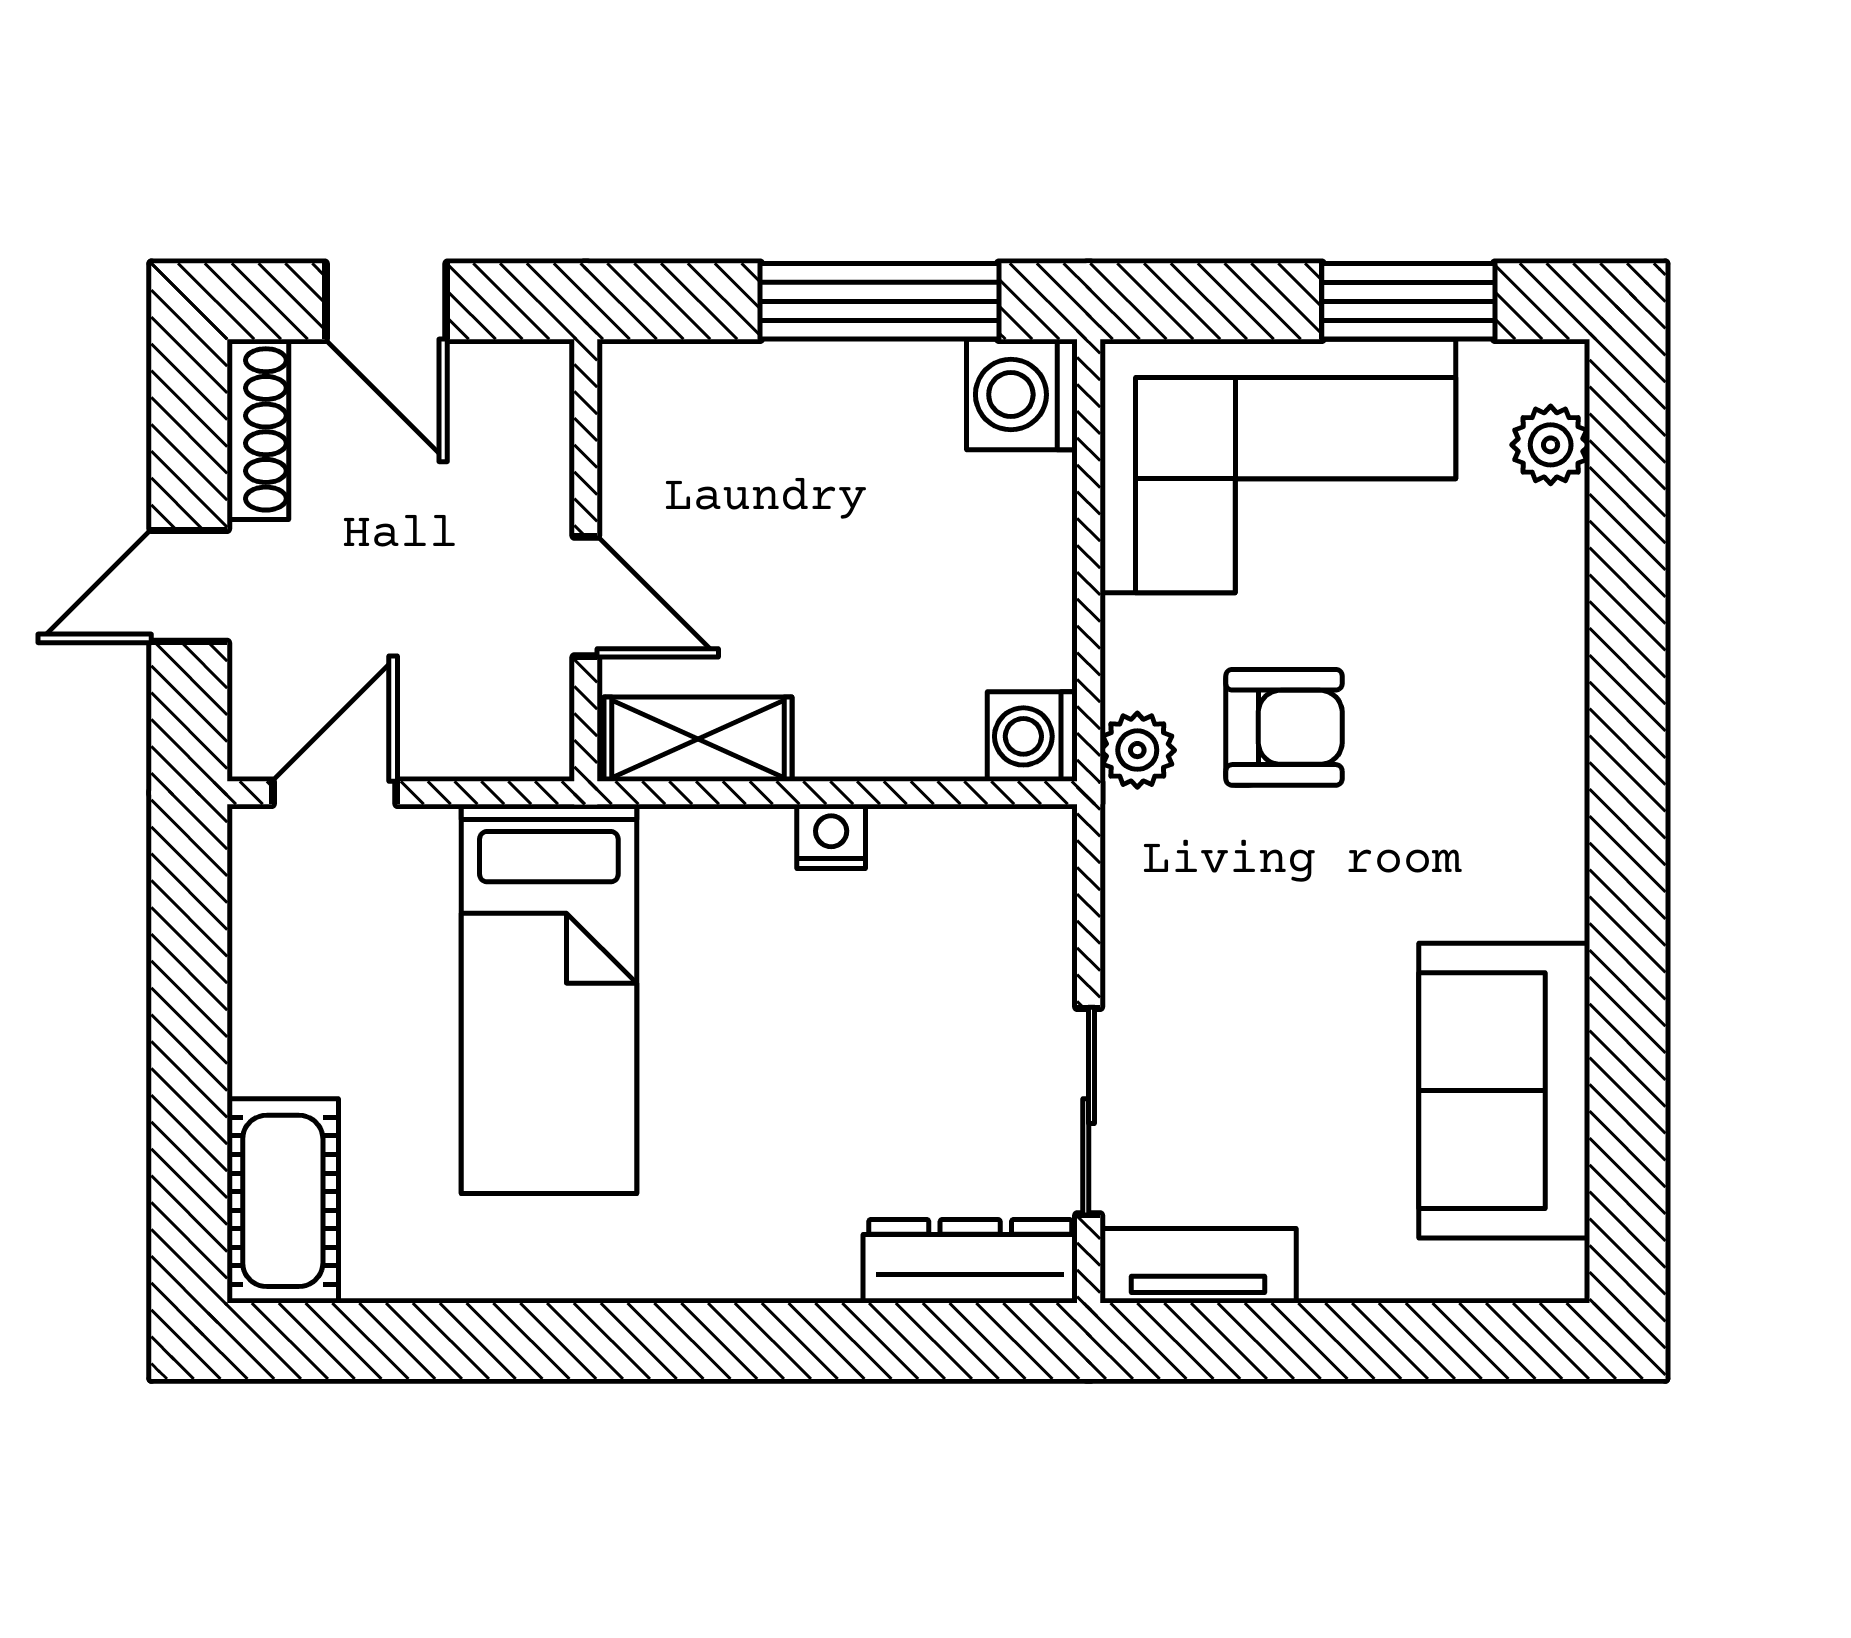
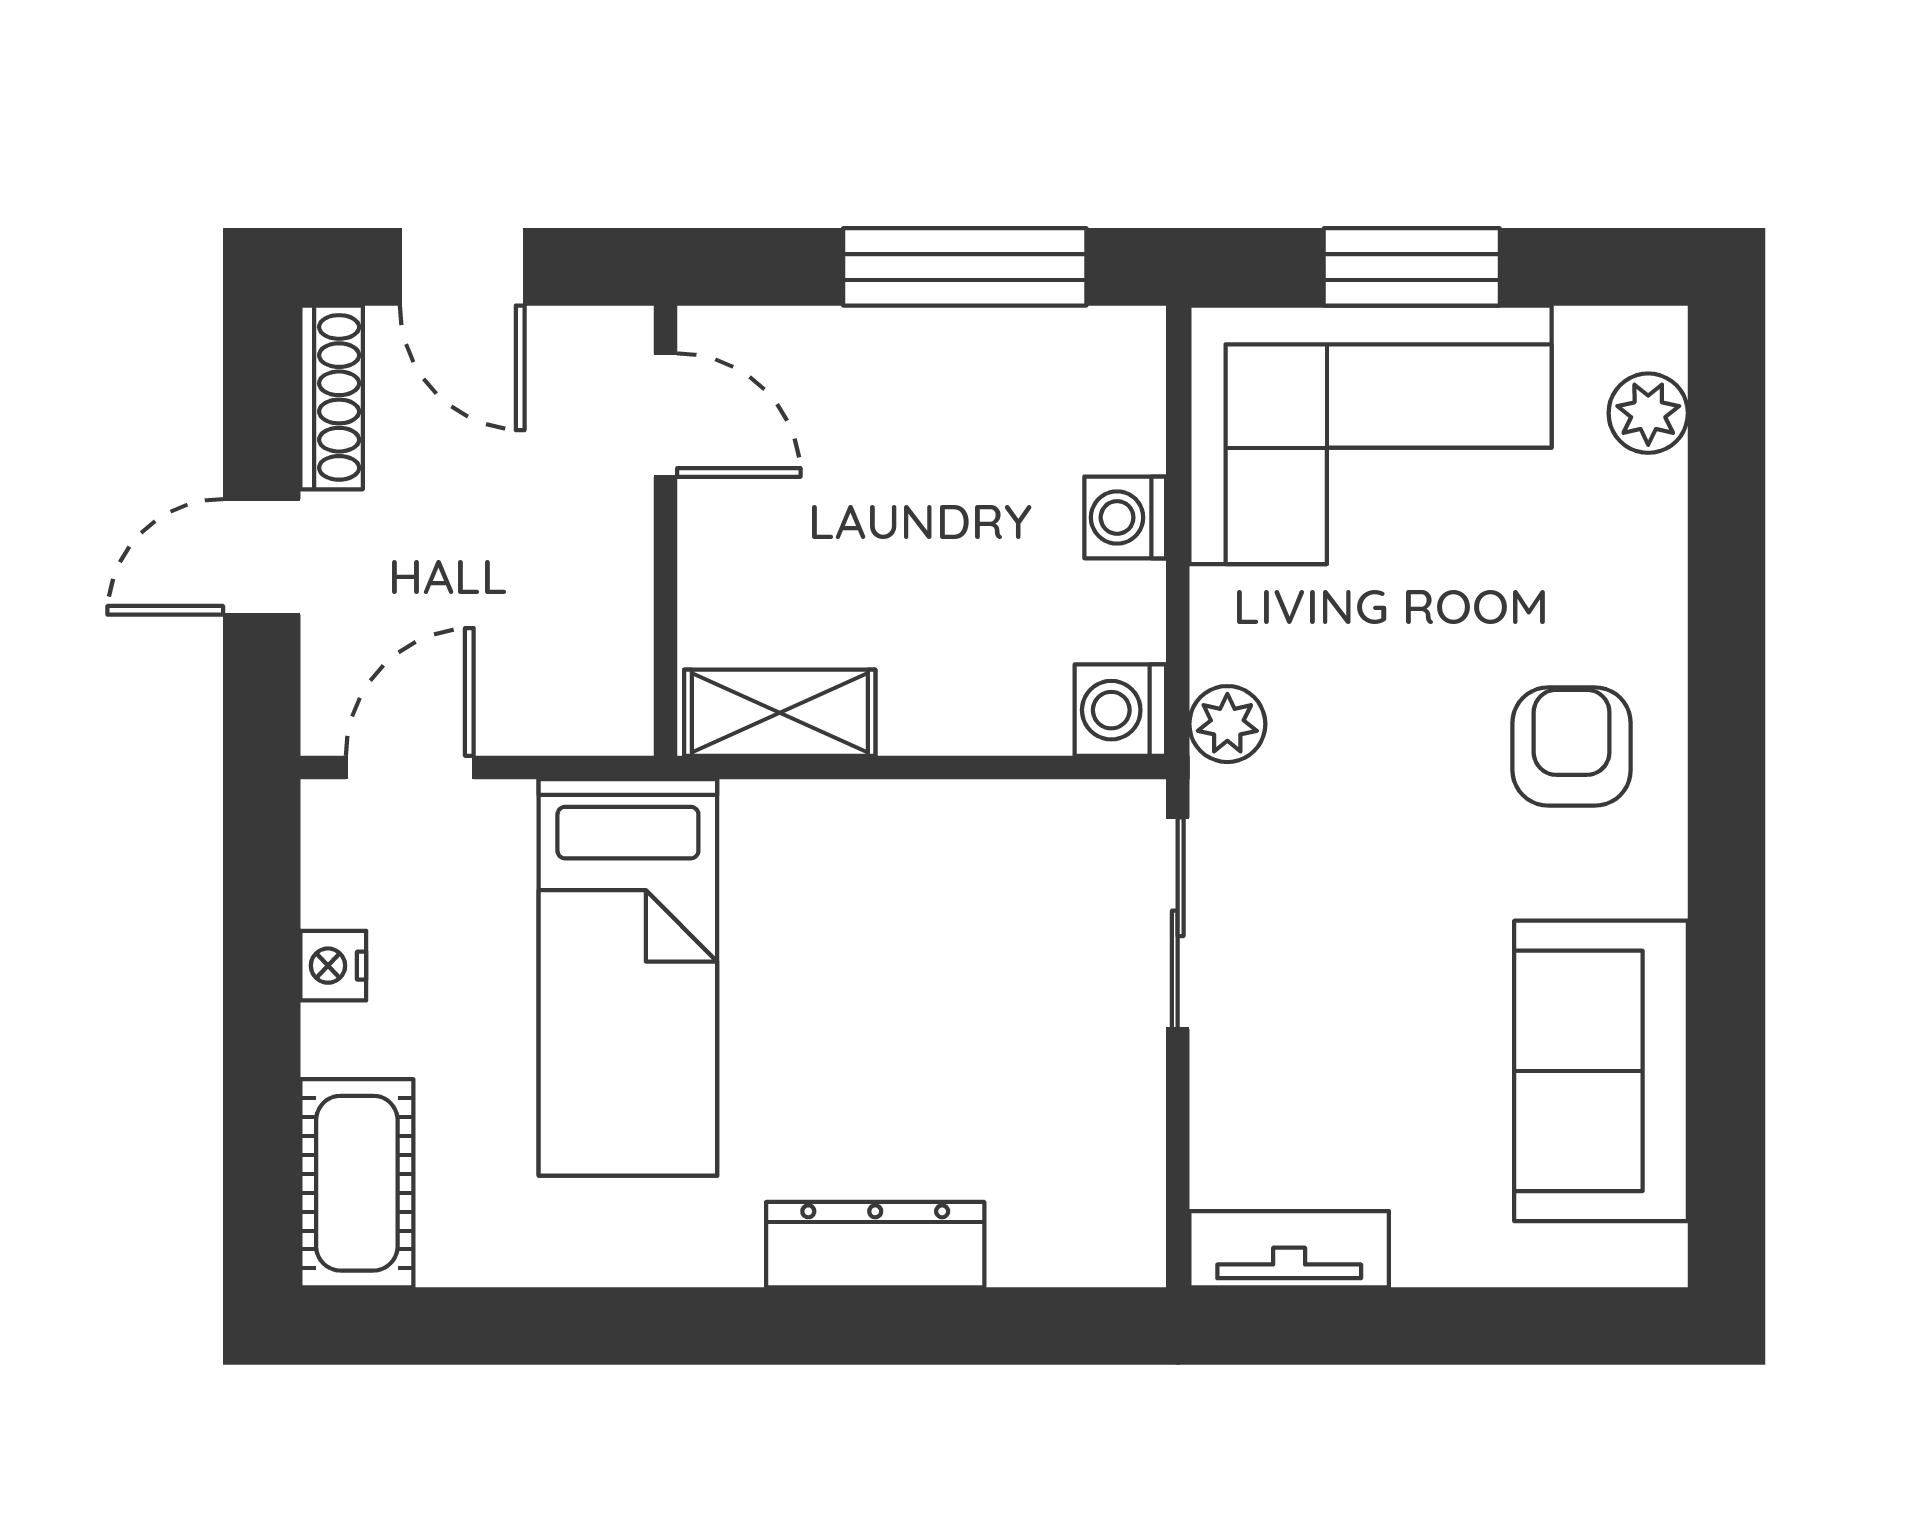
window: (1408, 301) -> (1412, 267), moved
washing machine: (1022, 395) -> (1125, 517), moved, width x0.73, depth x0.73
door: (586, 596) -> (666, 415), moved
armchair: (1284, 727) -> (1572, 746), moved, turned -90
nightstand: (831, 836) -> (333, 966), moved, turned -90
sliding door: (1089, 1111) -> (1178, 923), moved
dresser: (970, 1261) -> (875, 1245), moved

